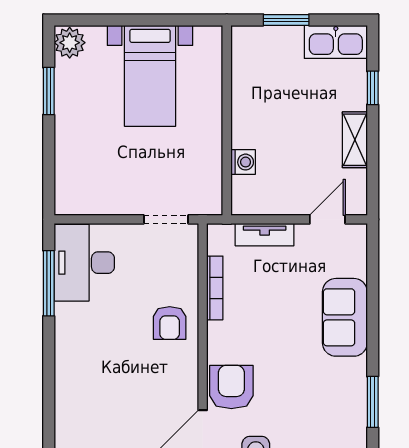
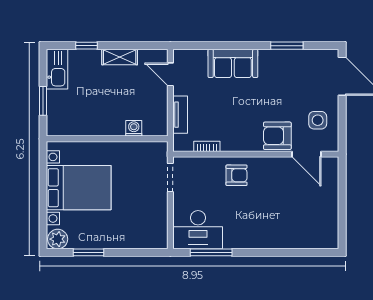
bed with nightstands: (150, 76) -> (79, 188), width x1.36
bookcase: (215, 288) -> (207, 146), width x0.64

